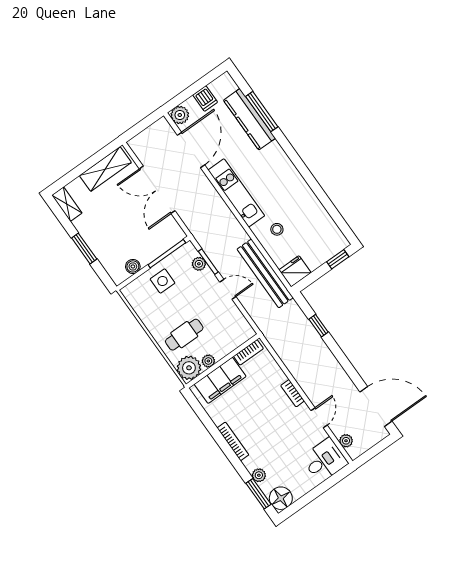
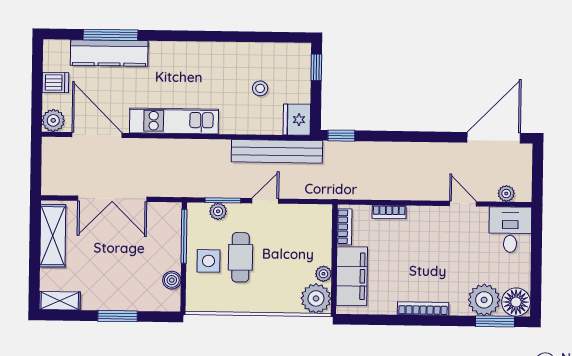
stool: (277, 229) -> (260, 88), moved
window: (318, 326) -> (341, 136), moved
cafe table: (184, 335) -> (241, 257), moved
bookcase: (293, 393) -> (389, 212), moved
plant: (259, 475) -> (484, 300), width x1.87, depth x1.87

